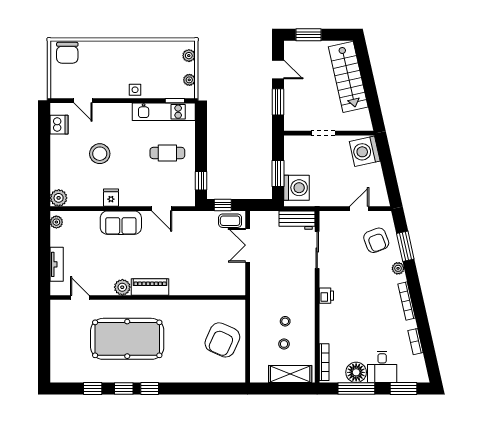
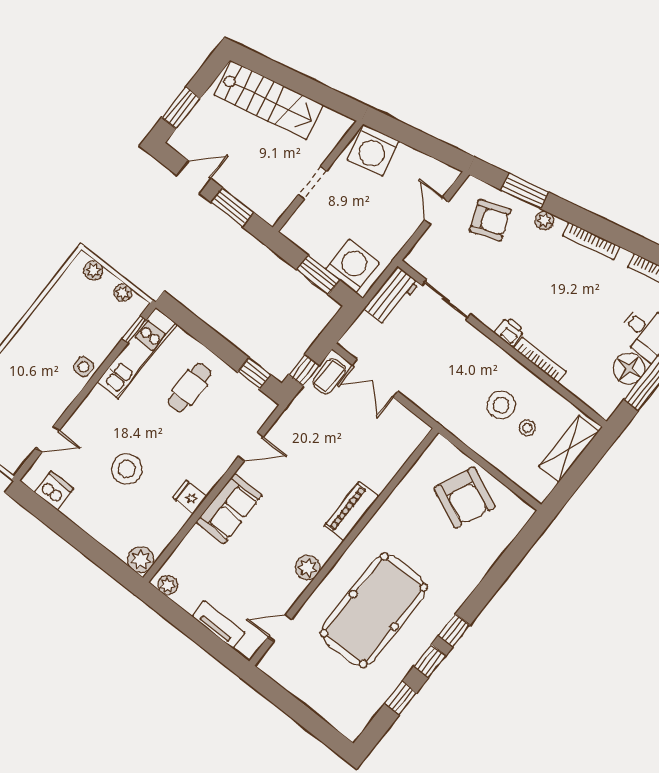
piano: (150, 287) -> (351, 511), moved
stool: (285, 321) -> (501, 405), width x1.89, depth x1.89
bookcase: (324, 362) -> (540, 360), moved

